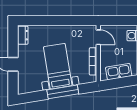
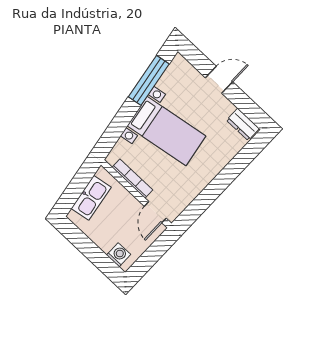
door: (98, 37) -> (155, 212), hinge flipped
window: (63, 92) -> (149, 80), moved

